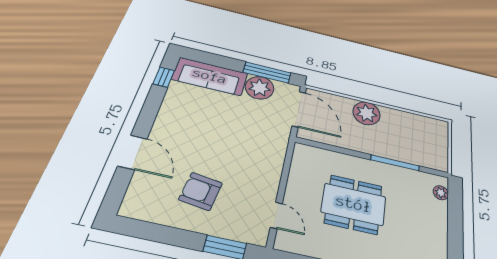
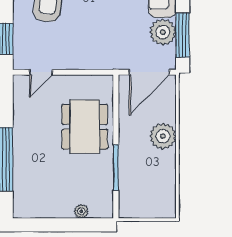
plant: (441, 193) -> (81, 211), moved
dining table: (354, 204) -> (85, 127), moved

